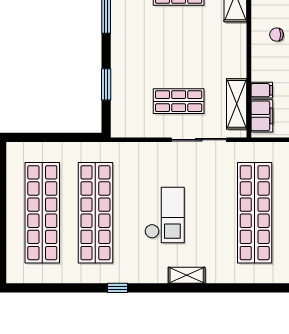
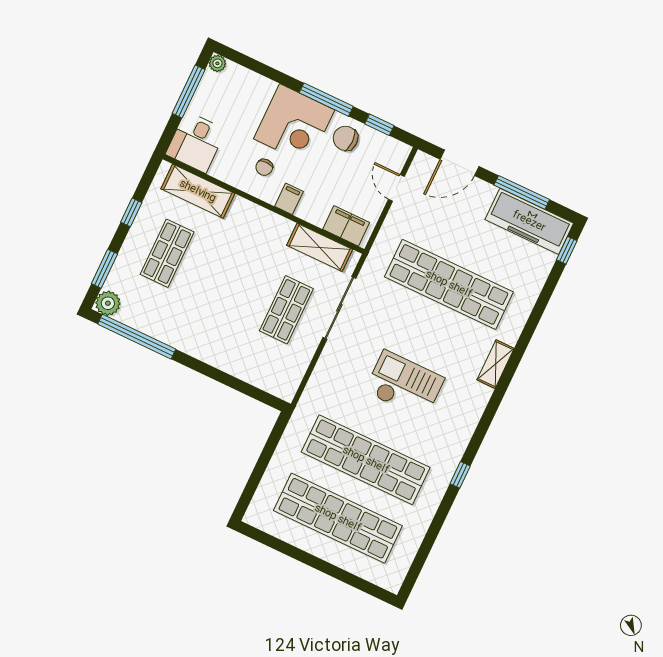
window: (106, 84) -> (230, 381), removed
filing cabinet: (262, 90) -> (289, 199), moved
shelving: (187, 275) -> (496, 364), moved

